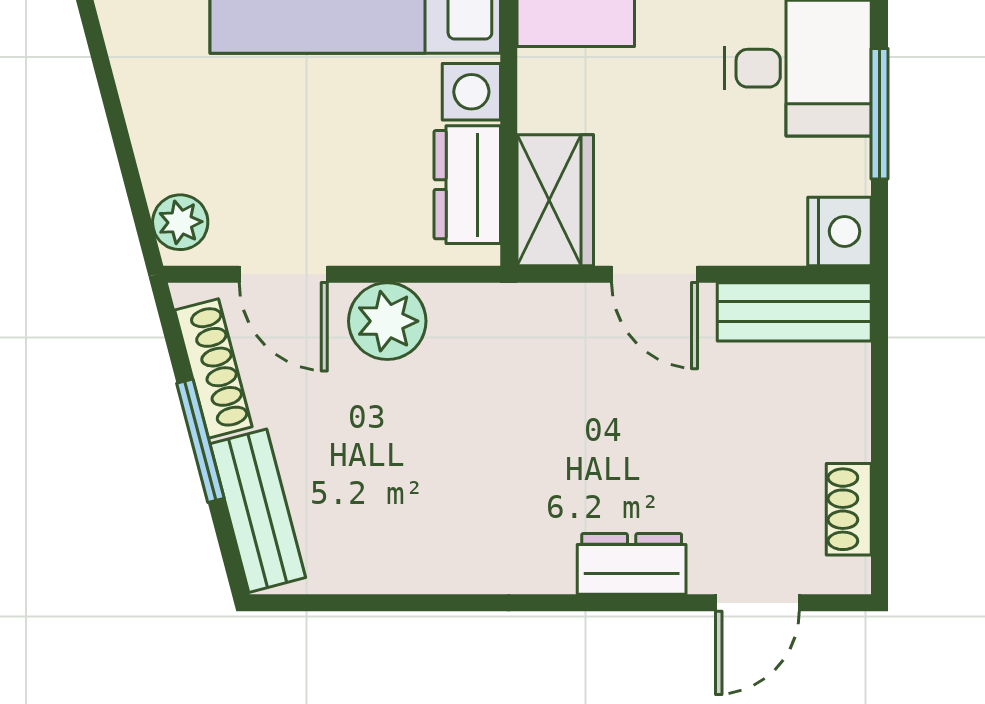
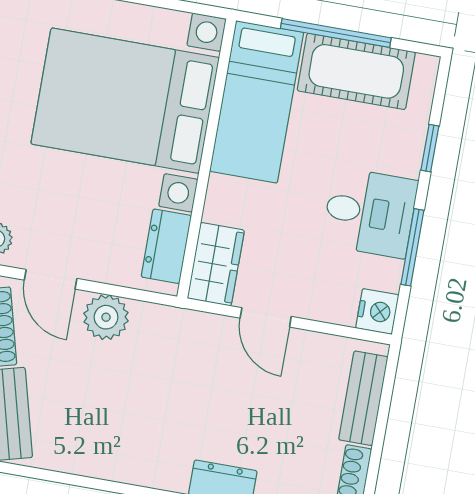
bench: (794, 312) -> (363, 398), moved, turned 90

